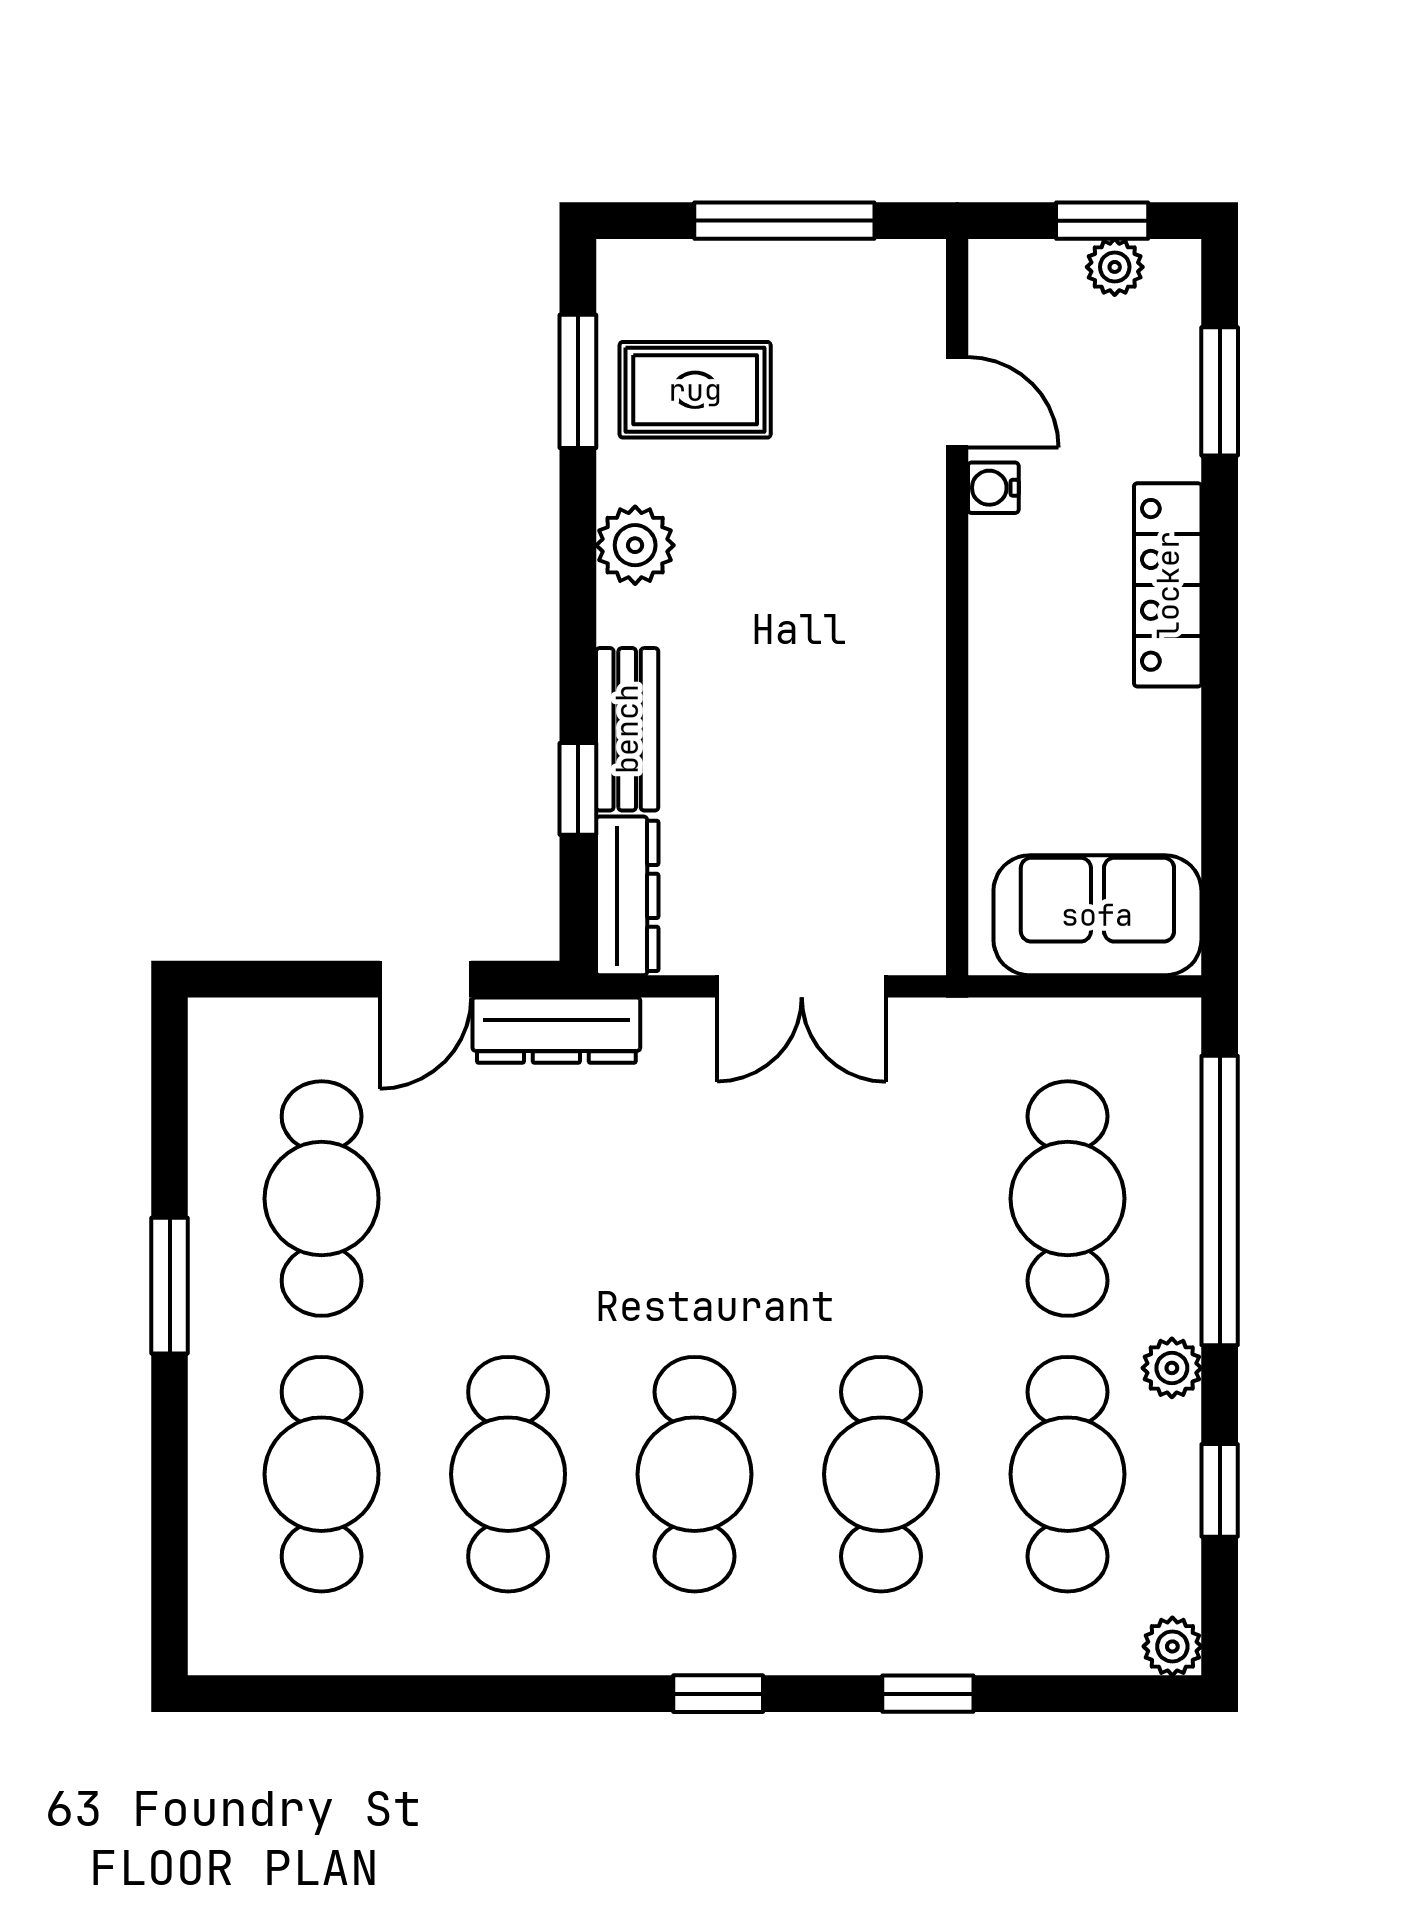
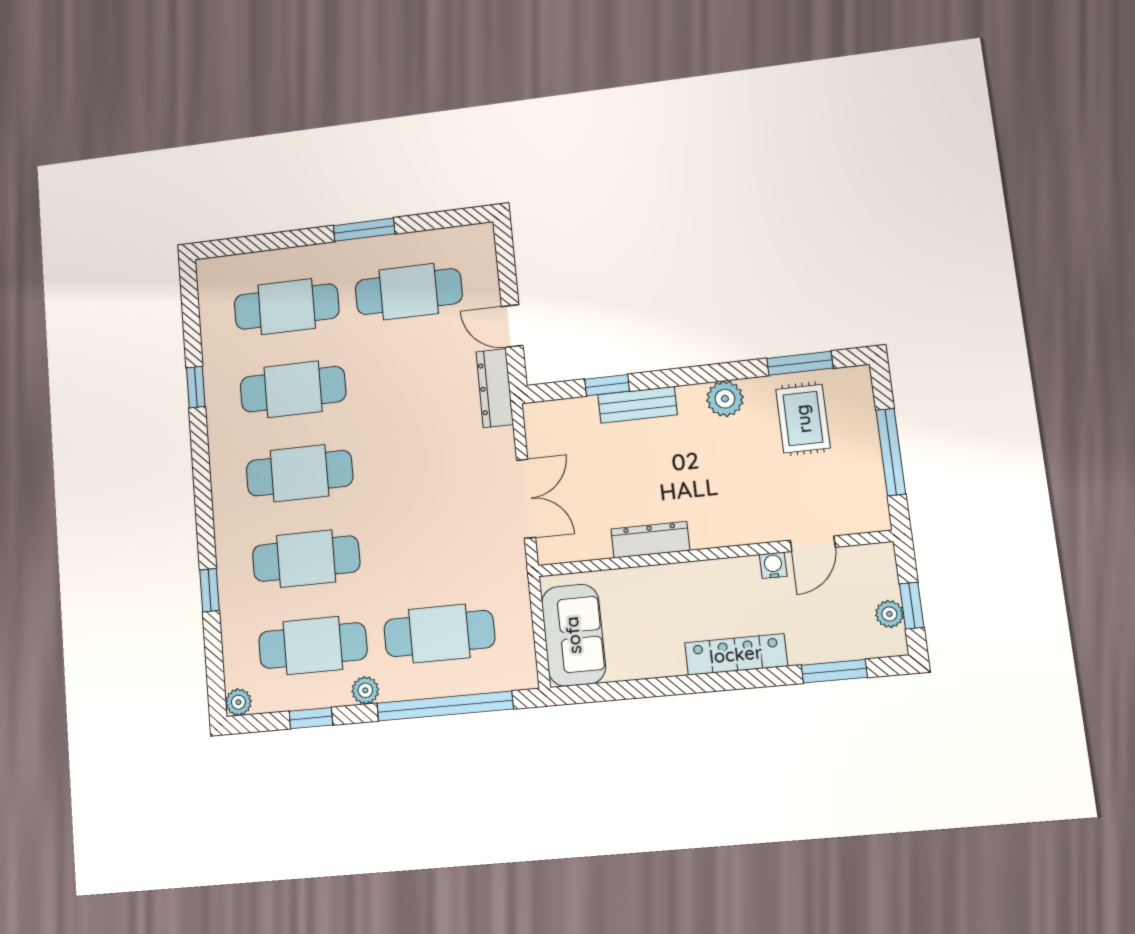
dresser: (627, 896) -> (650, 540), moved, turned 180
double door: (802, 986) -> (526, 499), swing flipped
window: (718, 1694) -> (196, 387), moved

